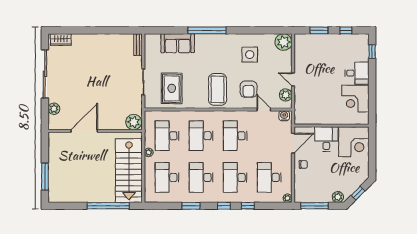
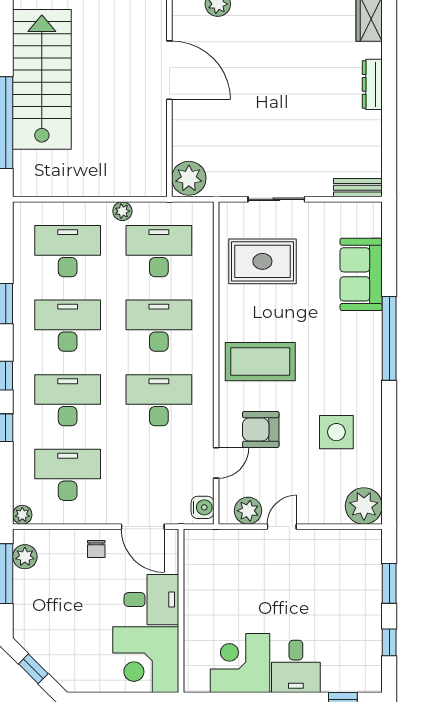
dresser: (91, 38) -> (372, 84), added
stairs: (129, 171) -> (42, 79), moved, turned 90
plant: (338, 197) -> (25, 557), moved

